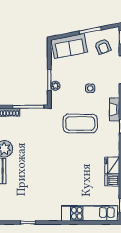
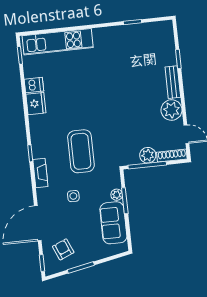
sofa: (69, 46) -> (113, 223), moved, turned -79
plant: (27, 115) -> (148, 155), added
coffee table: (80, 123) -> (81, 151), turned 90

